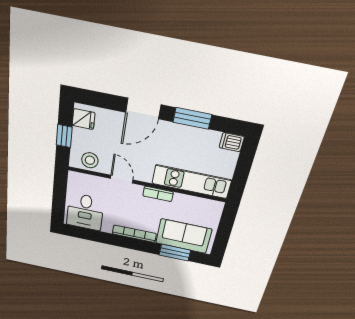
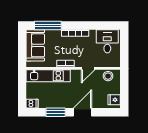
window: (64, 136) -> (124, 88), removed
door: (122, 179) -> (88, 68), hinge flipped
sofa: (184, 236) -> (35, 45), moved, turned -90
window: (175, 253) -> (48, 25), width x1.44

